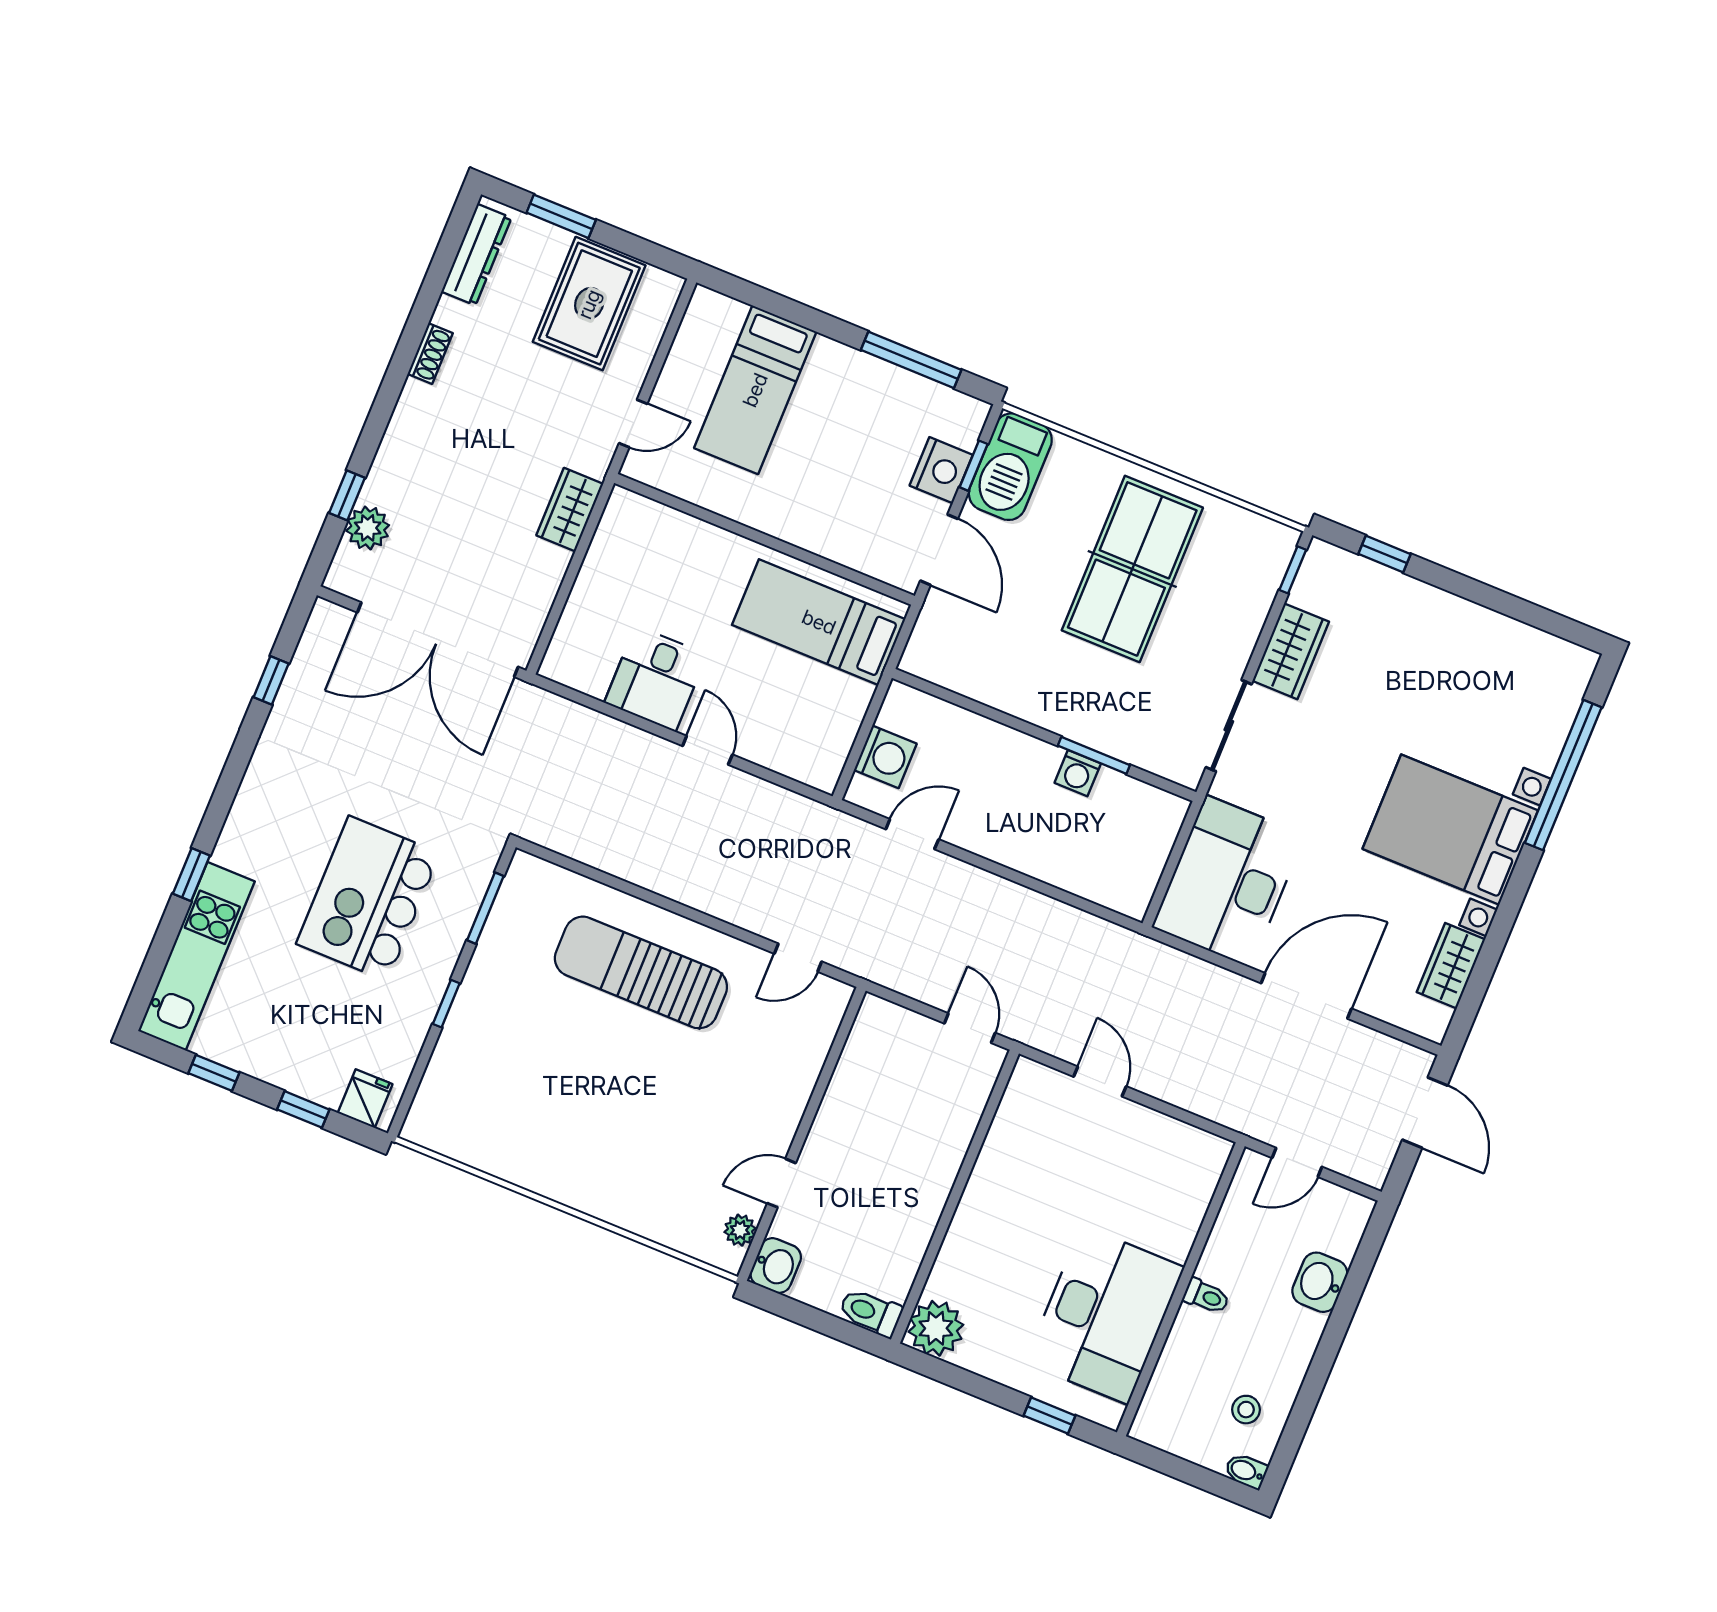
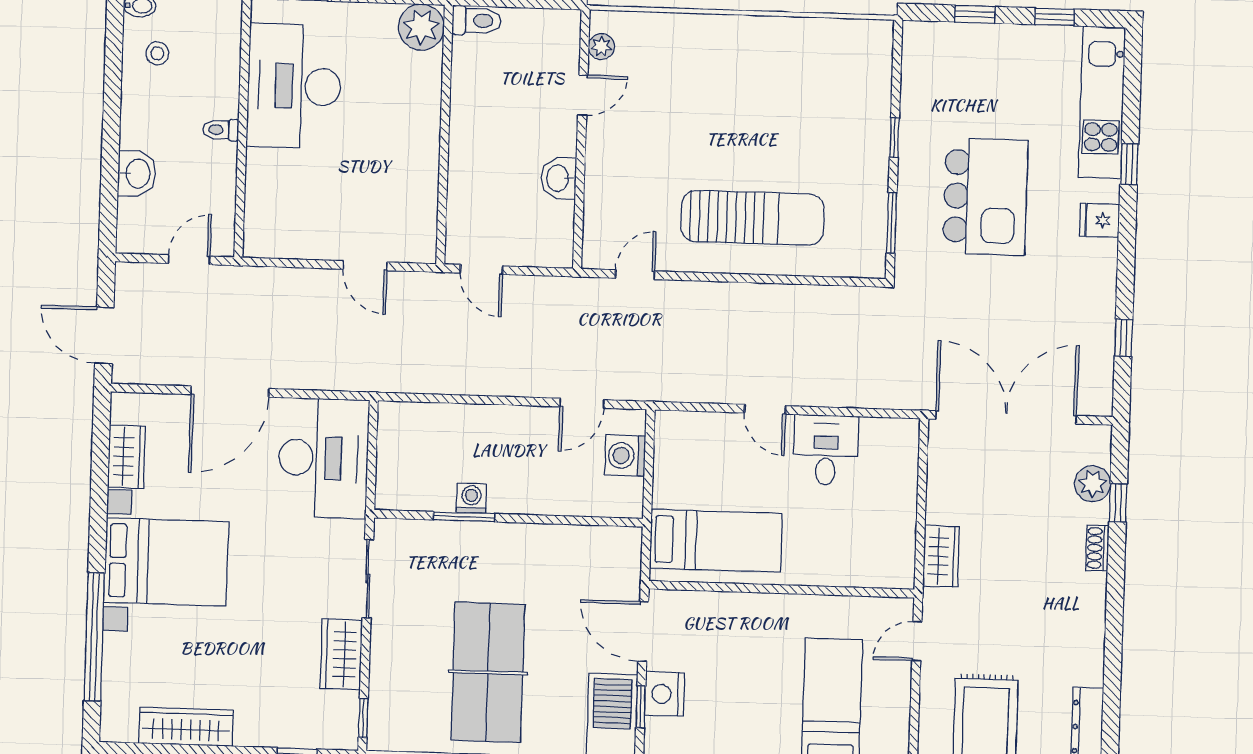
shoe rack: (430, 354) -> (1097, 548), moved
wardrobe: (1497, 635) -> (186, 727), added
fridge: (365, 1099) -> (1100, 220), moved, turned 90
washbasin: (776, 1266) -> (559, 178), moved

